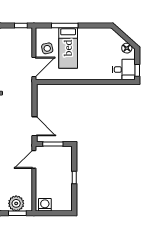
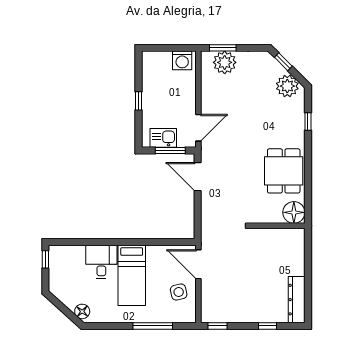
bed: (68, 48) -> (132, 275), moved, turned 180
floor lamp: (127, 48) -> (82, 311), moved
door: (34, 67) -> (198, 264), hinge flipped
desk: (124, 70) -> (101, 262), moved, turned 90
kitchen sink: (58, 153) -> (163, 138), added

